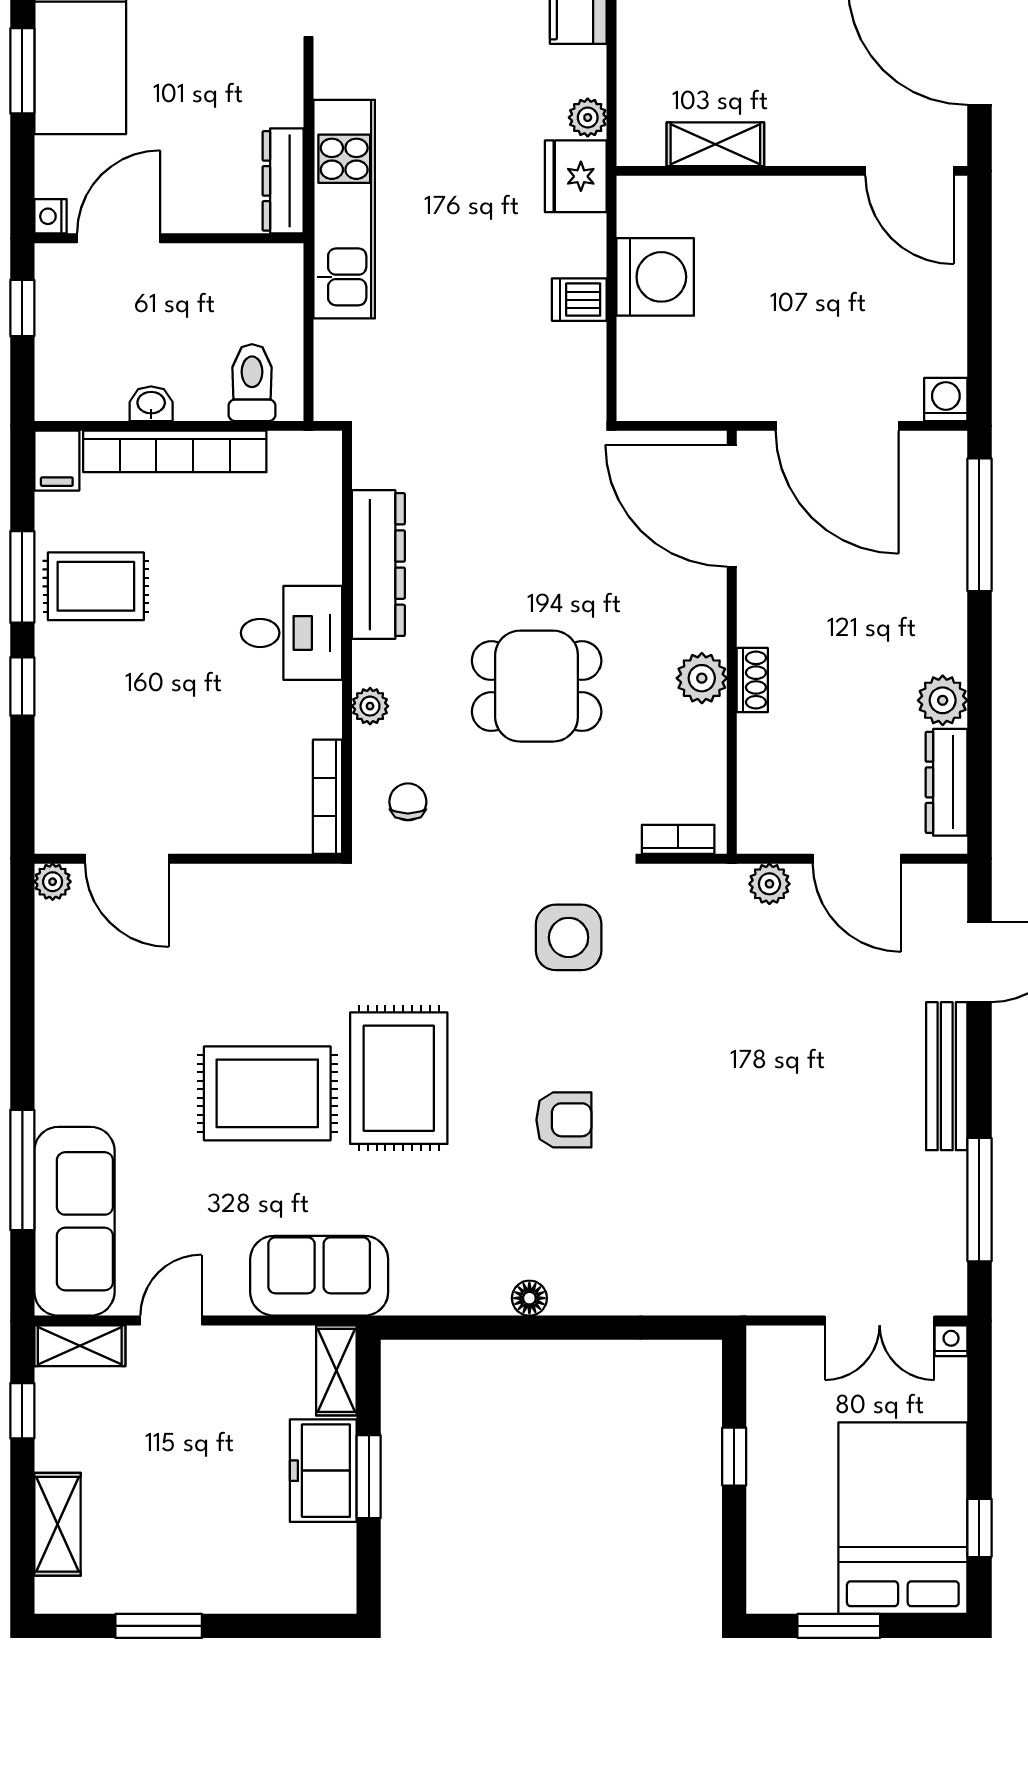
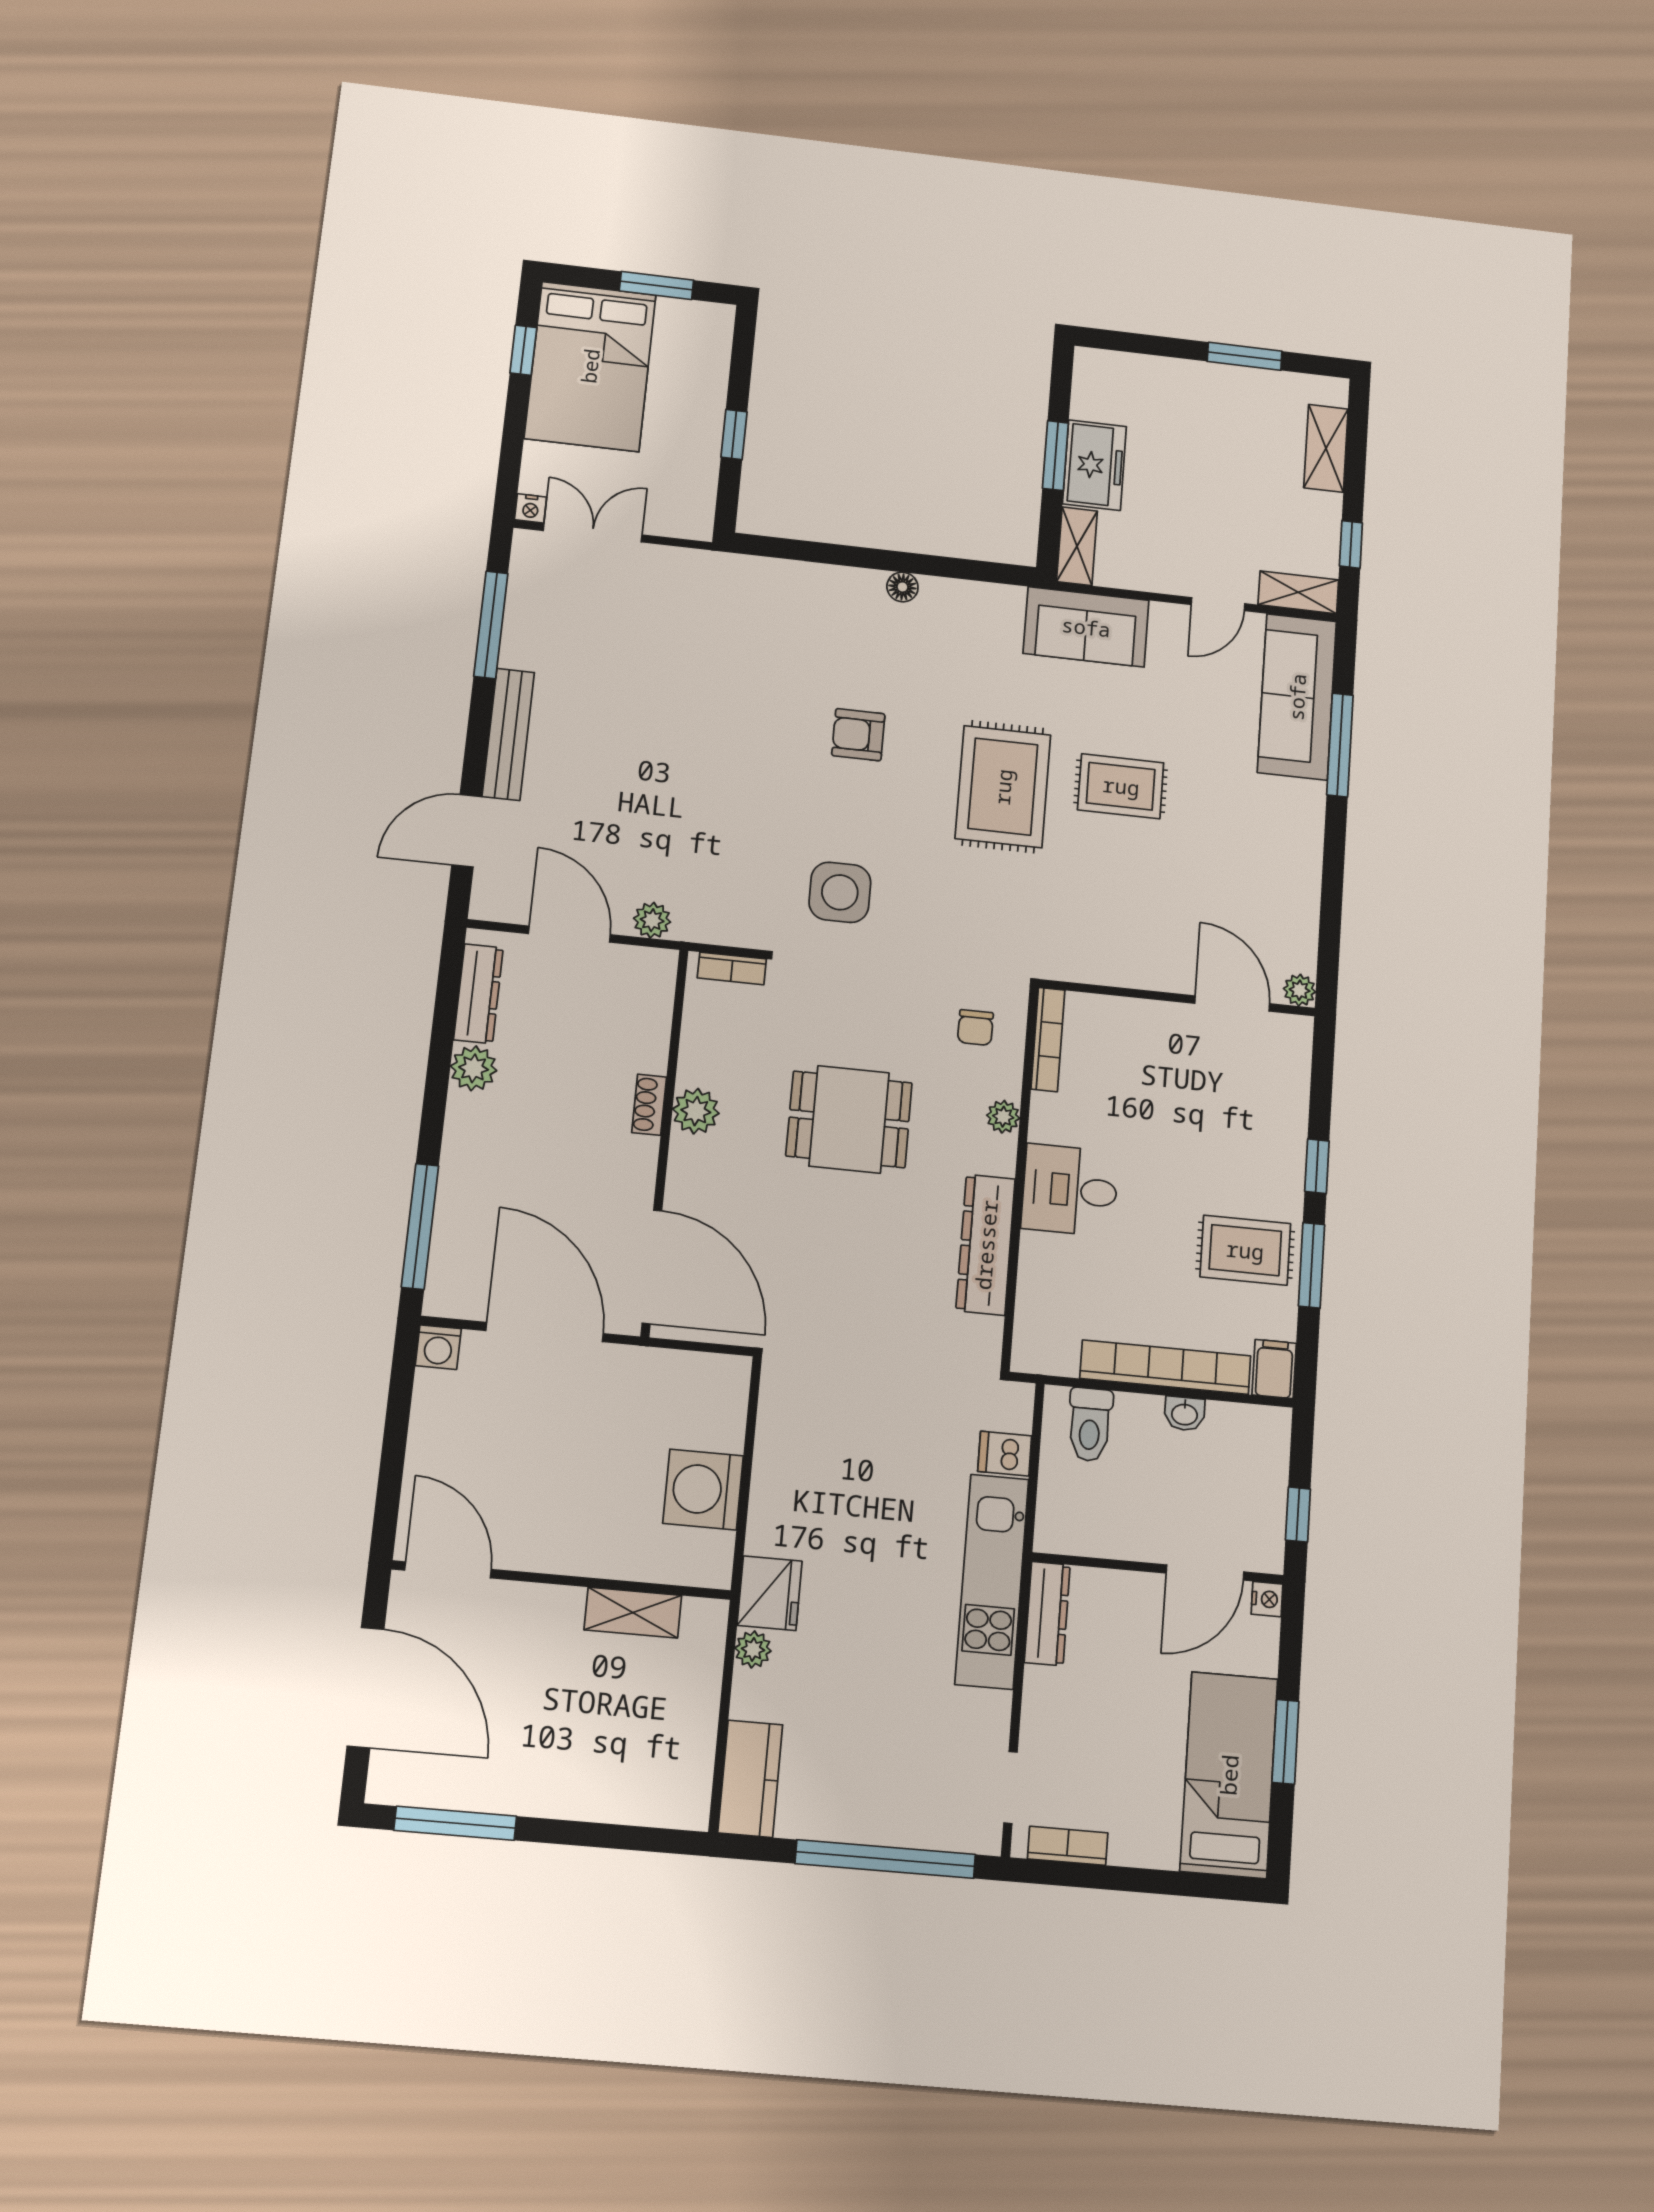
dishwasher: (579, 300) -> (1005, 1454), moved, turned 180
rug: (267, 1093) -> (1121, 786), width x0.73, depth x0.70

